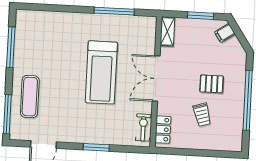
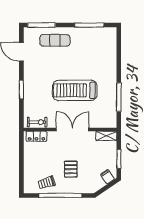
trolley: (202, 115) -> (47, 183), moved

